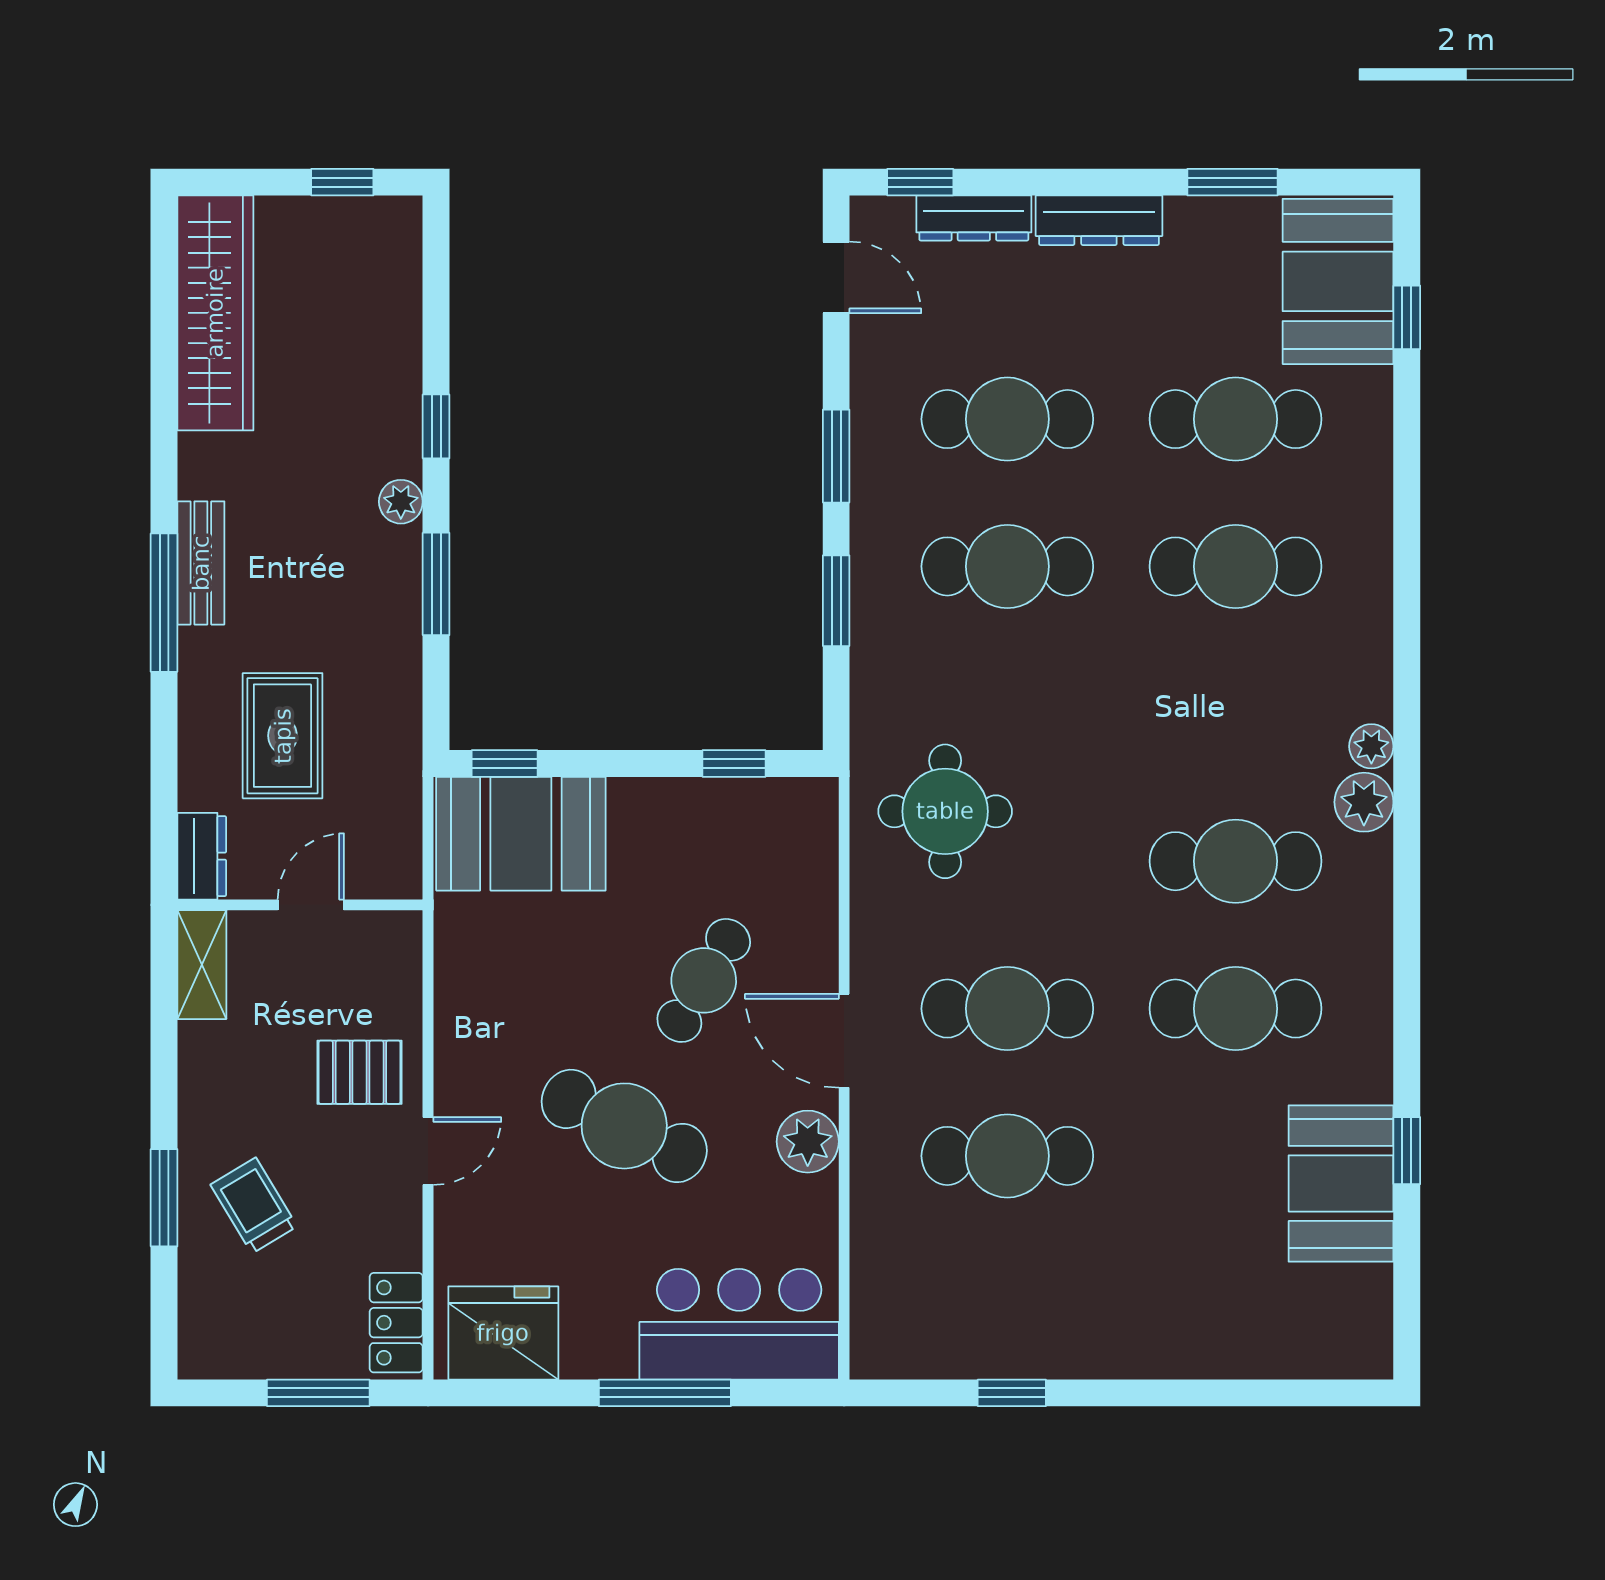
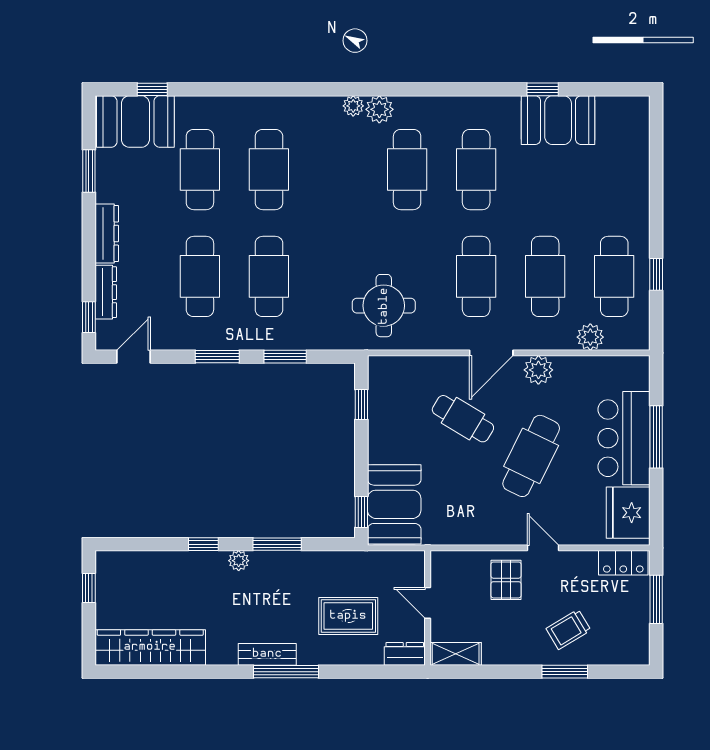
plant: (878, 1252) -> (590, 337), added
cafe table: (1007, 1303) -> (614, 276), added
bar counter: (739, 1324) -> (624, 438), moved

